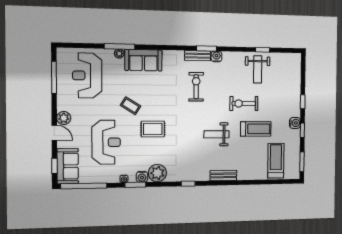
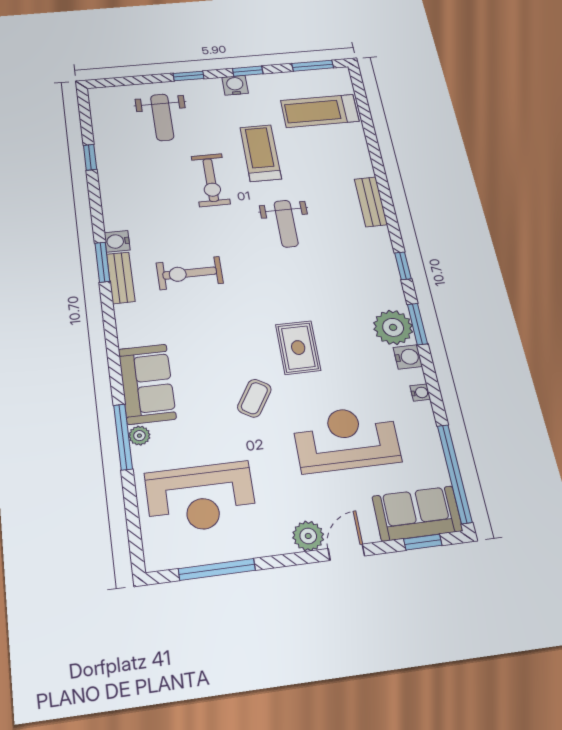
weight bench: (258, 69) -> (162, 117), moved, turned 90
window: (135, 185) -> (417, 324), moved

